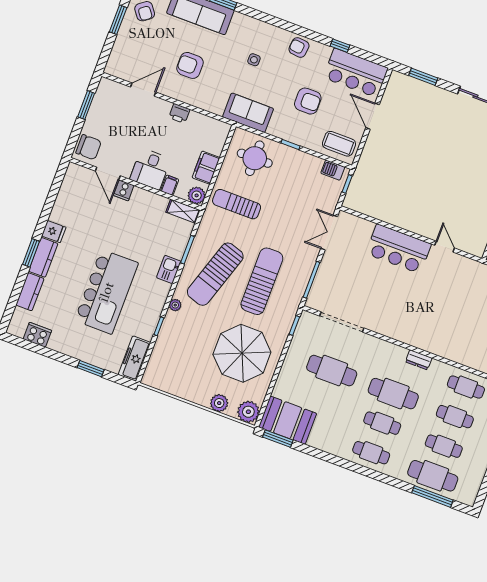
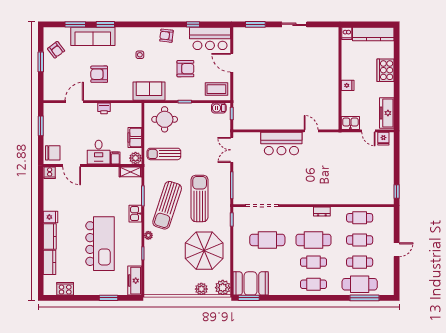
cooker: (124, 190) -> (50, 173), moved
window: (31, 253) -> (41, 237), removed

